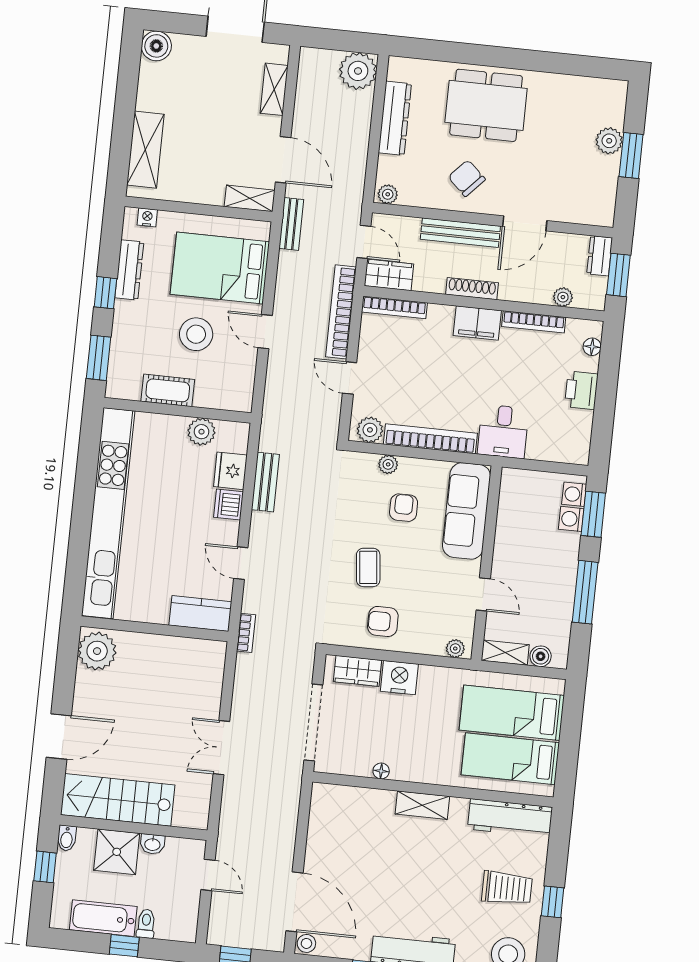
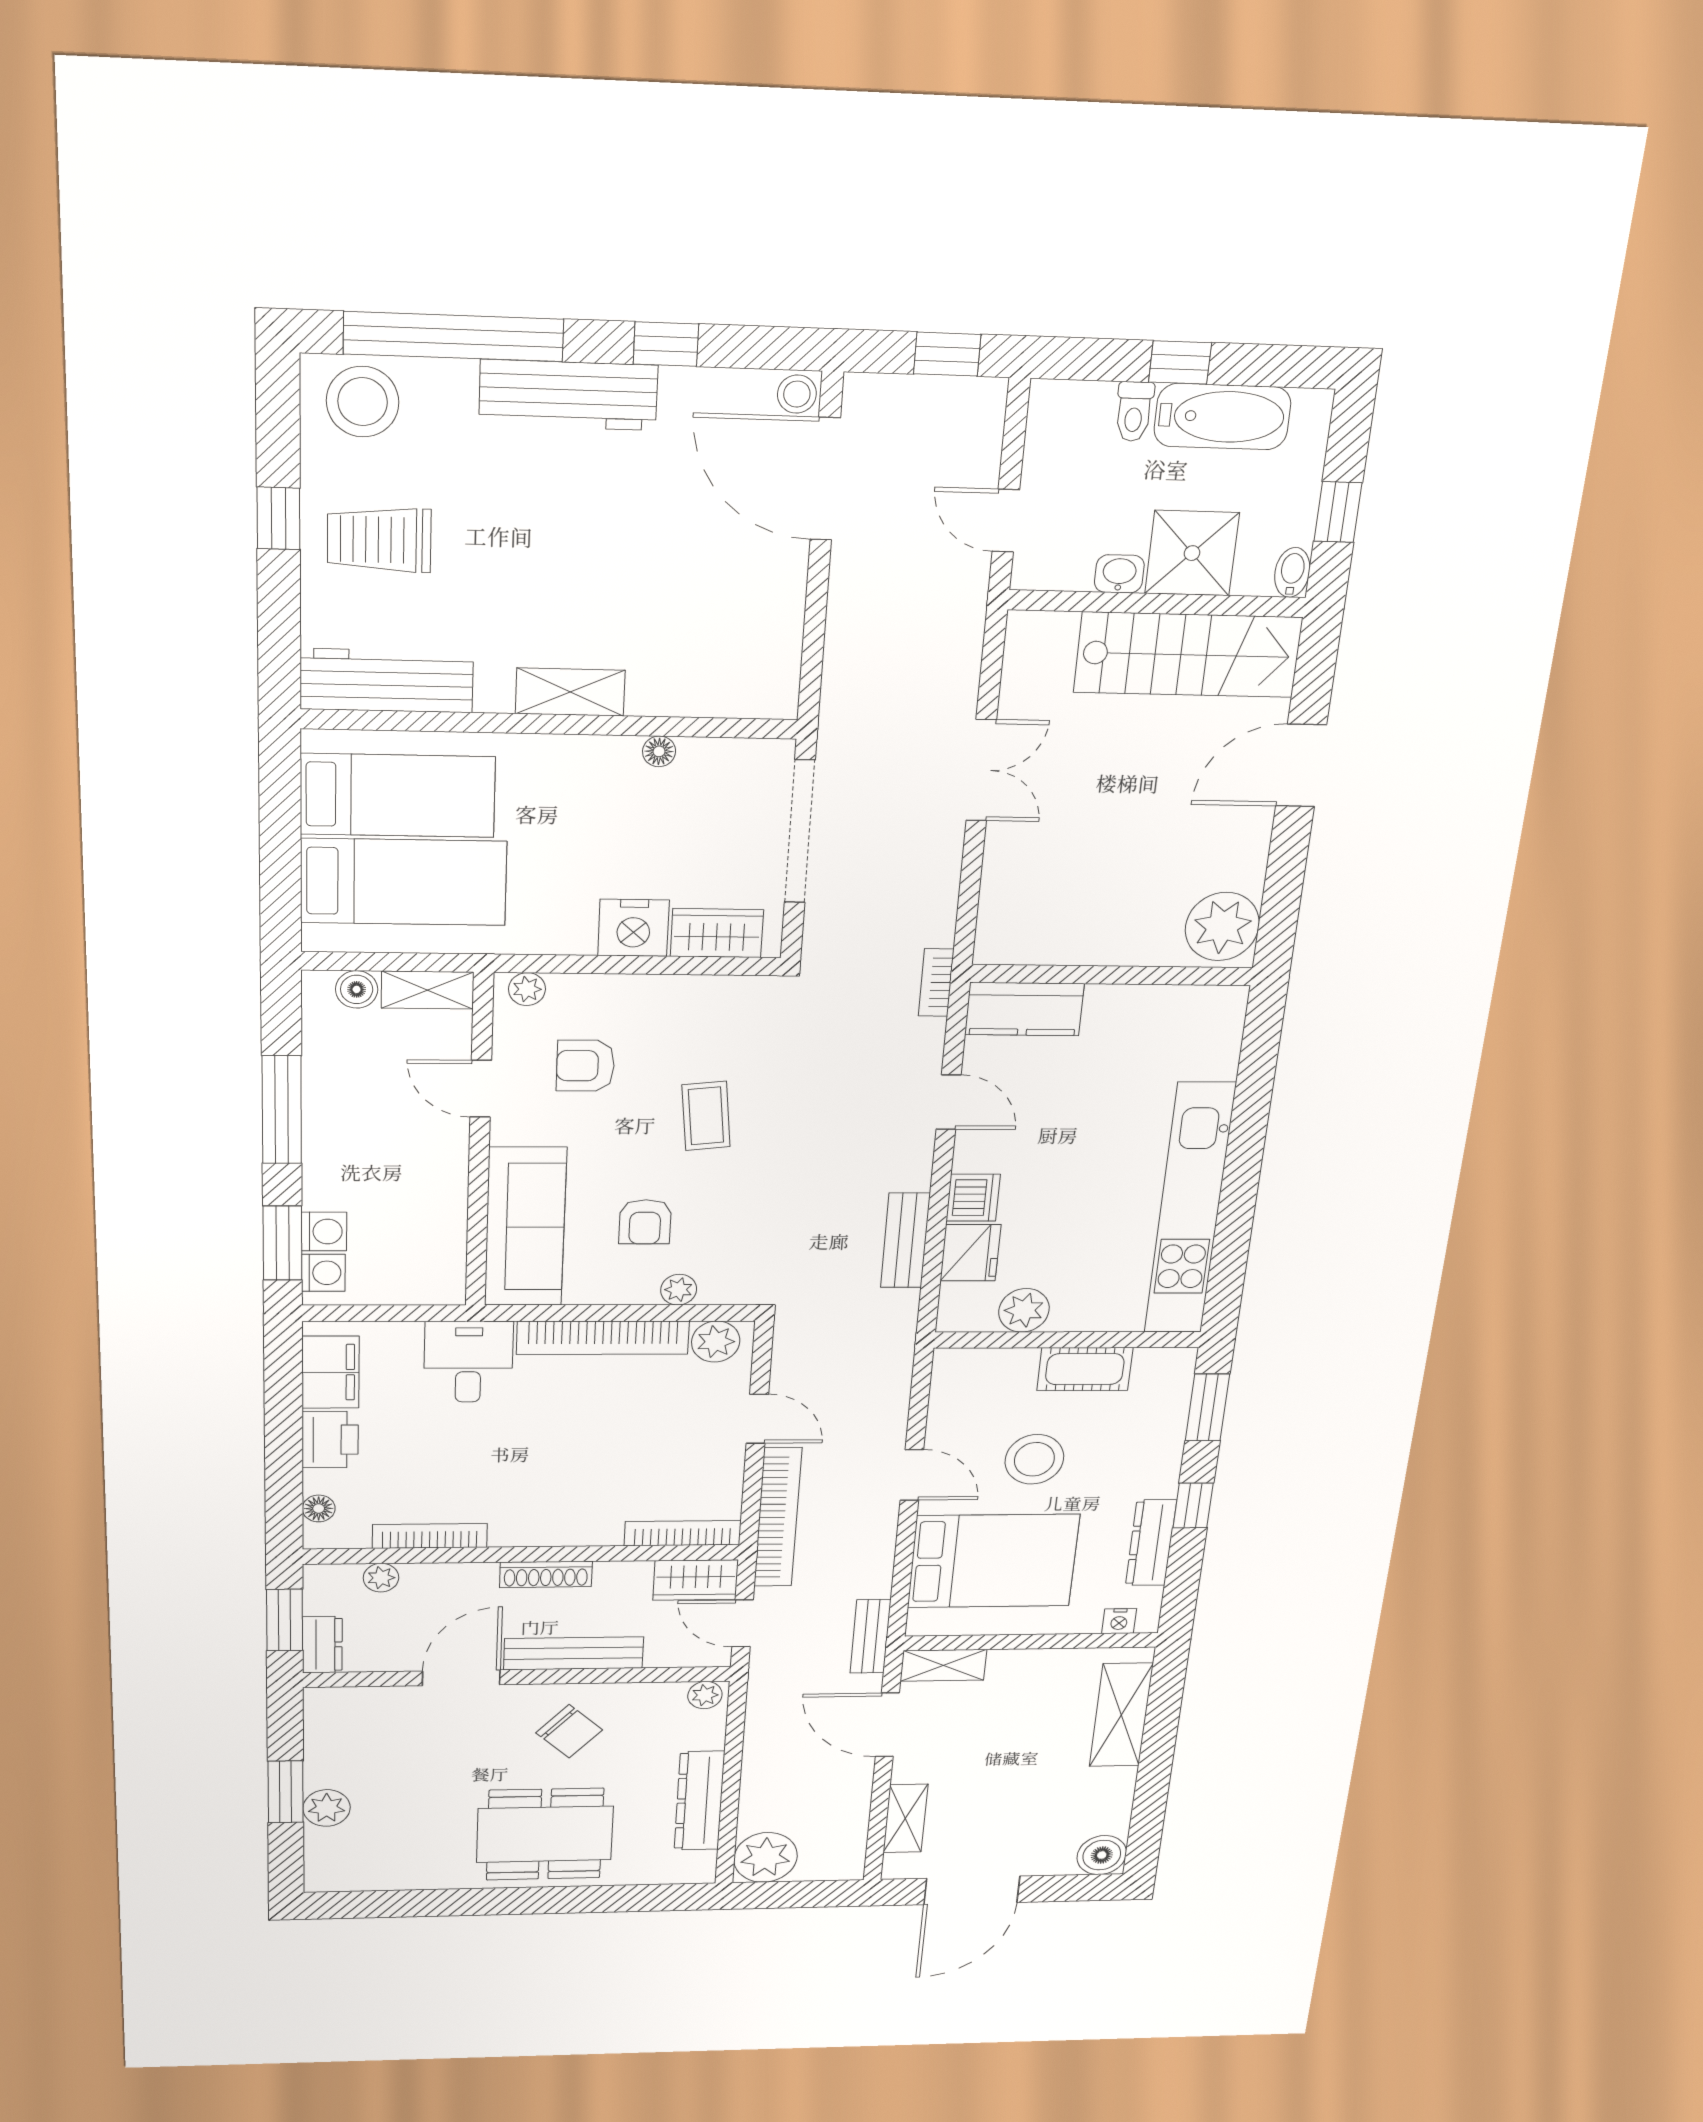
filing cabinet: (477, 323) -> (330, 1372), moved, turned 90
kitchen unit: (108, 513) -> (1190, 1209), width x0.73
armchair: (383, 621) -> (585, 1066), moved, turned 180

